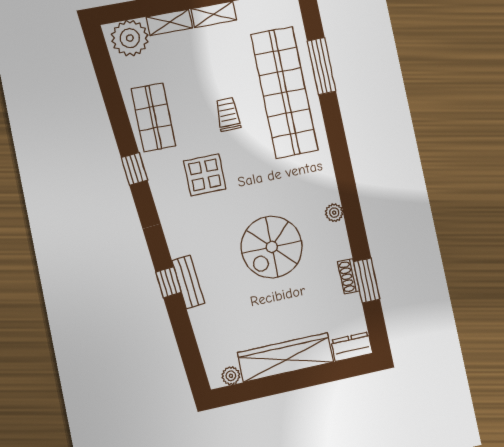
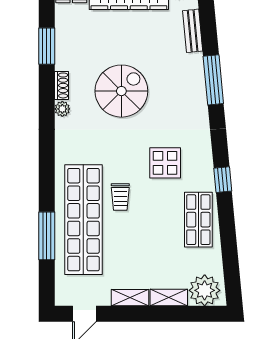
trolley: (228, 114) -> (120, 197), moved
shoe rack: (349, 276) -> (61, 85), moved
window: (169, 282) -> (213, 80), width x2.17
bench: (188, 282) -> (193, 31), moved

